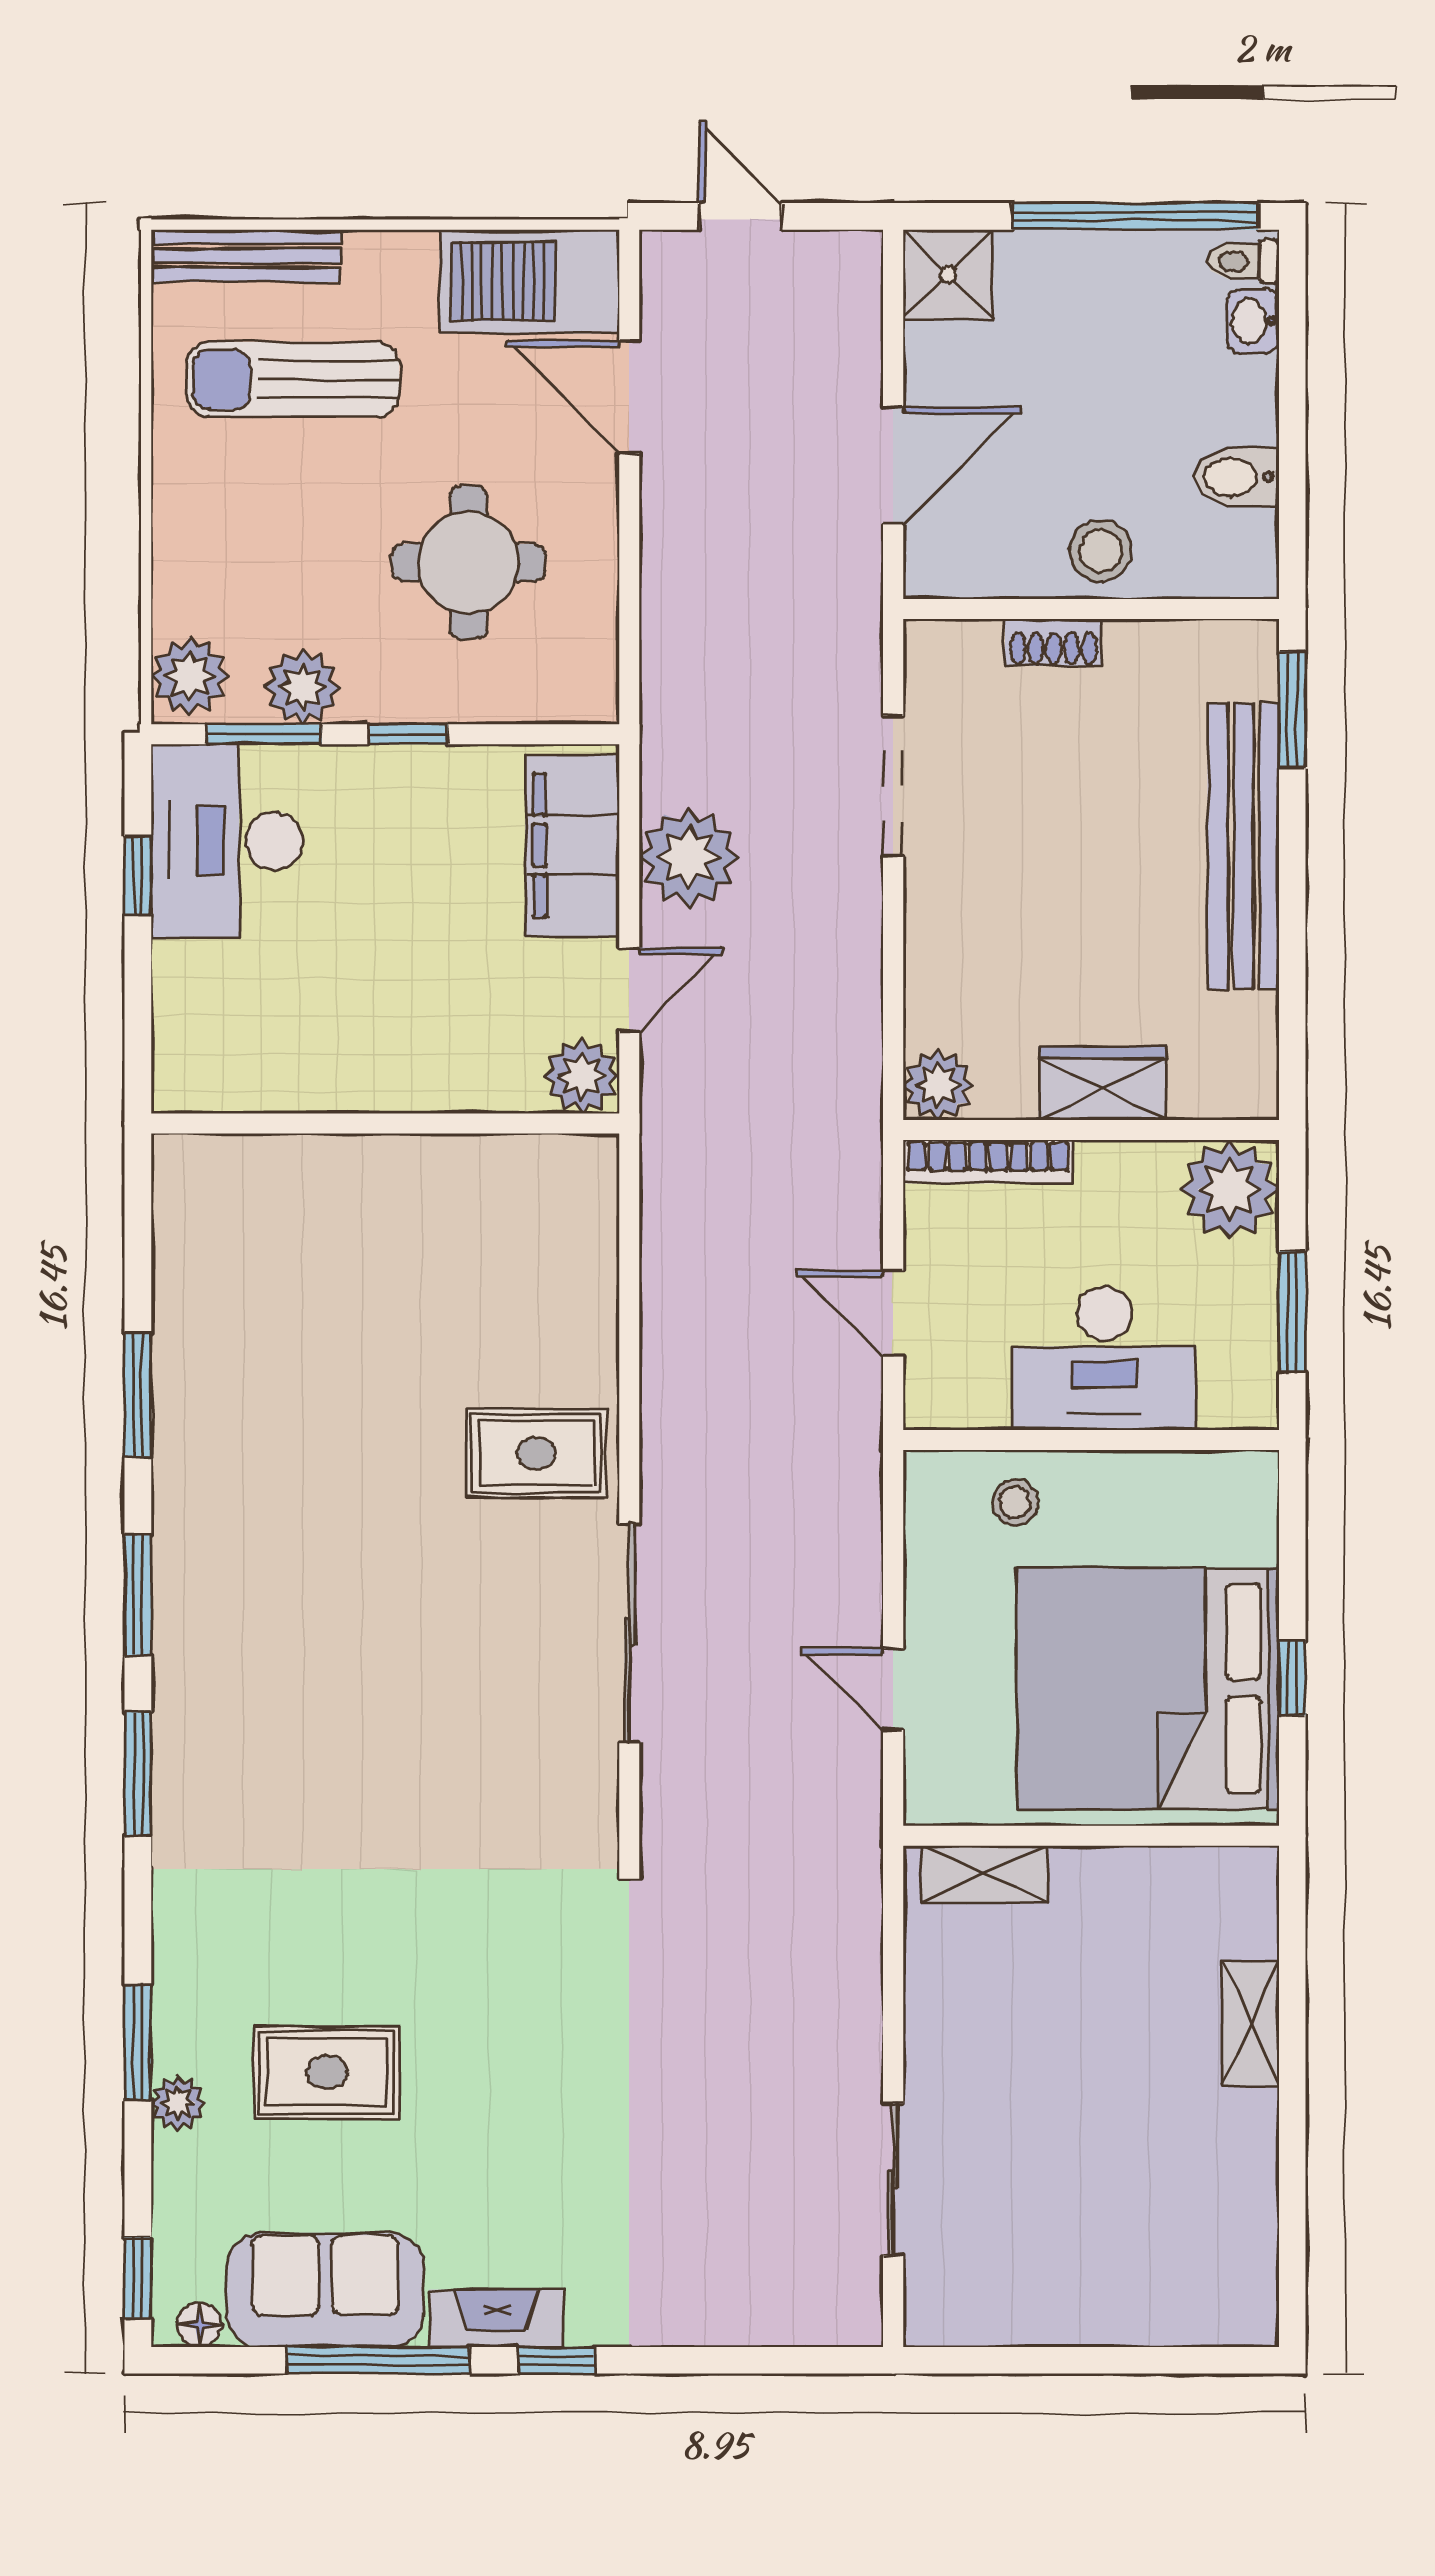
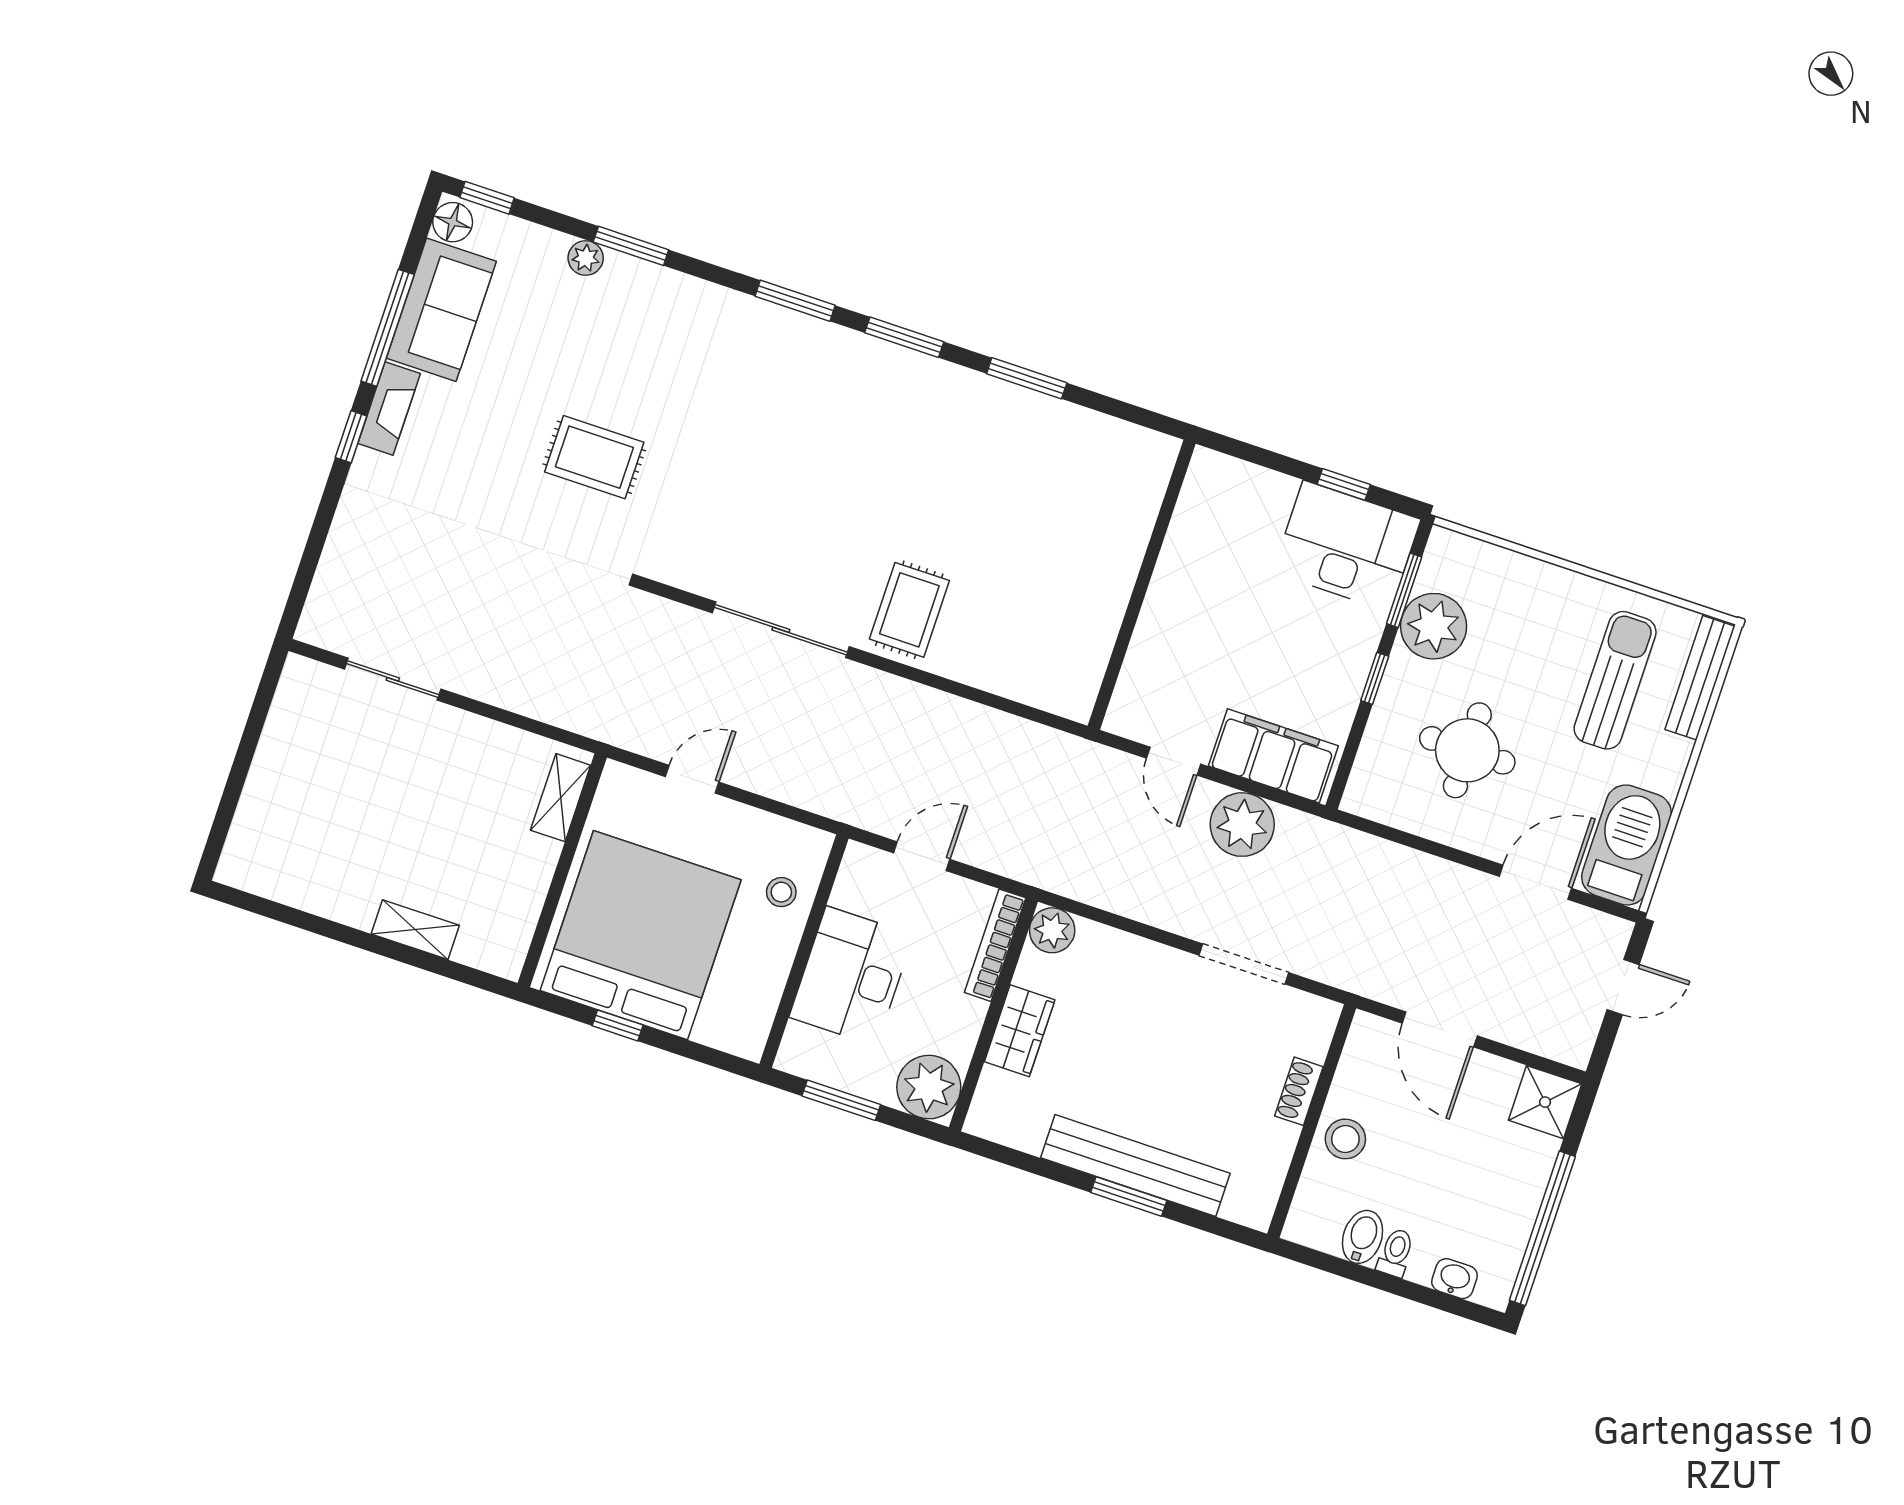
toilet: (1243, 261) -> (1396, 1253), moved
plant: (190, 676) -> (1455, 557), removed
plant: (302, 687) -> (1434, 626), width x1.36, depth x1.36
window: (1292, 710) -> (1129, 1196), moved
plant: (582, 1076) -> (1130, 715), removed
rug: (327, 2072) -> (594, 457), moved, turned 90
floor lamp: (199, 2325) -> (453, 222), width x1.37, depth x1.37

